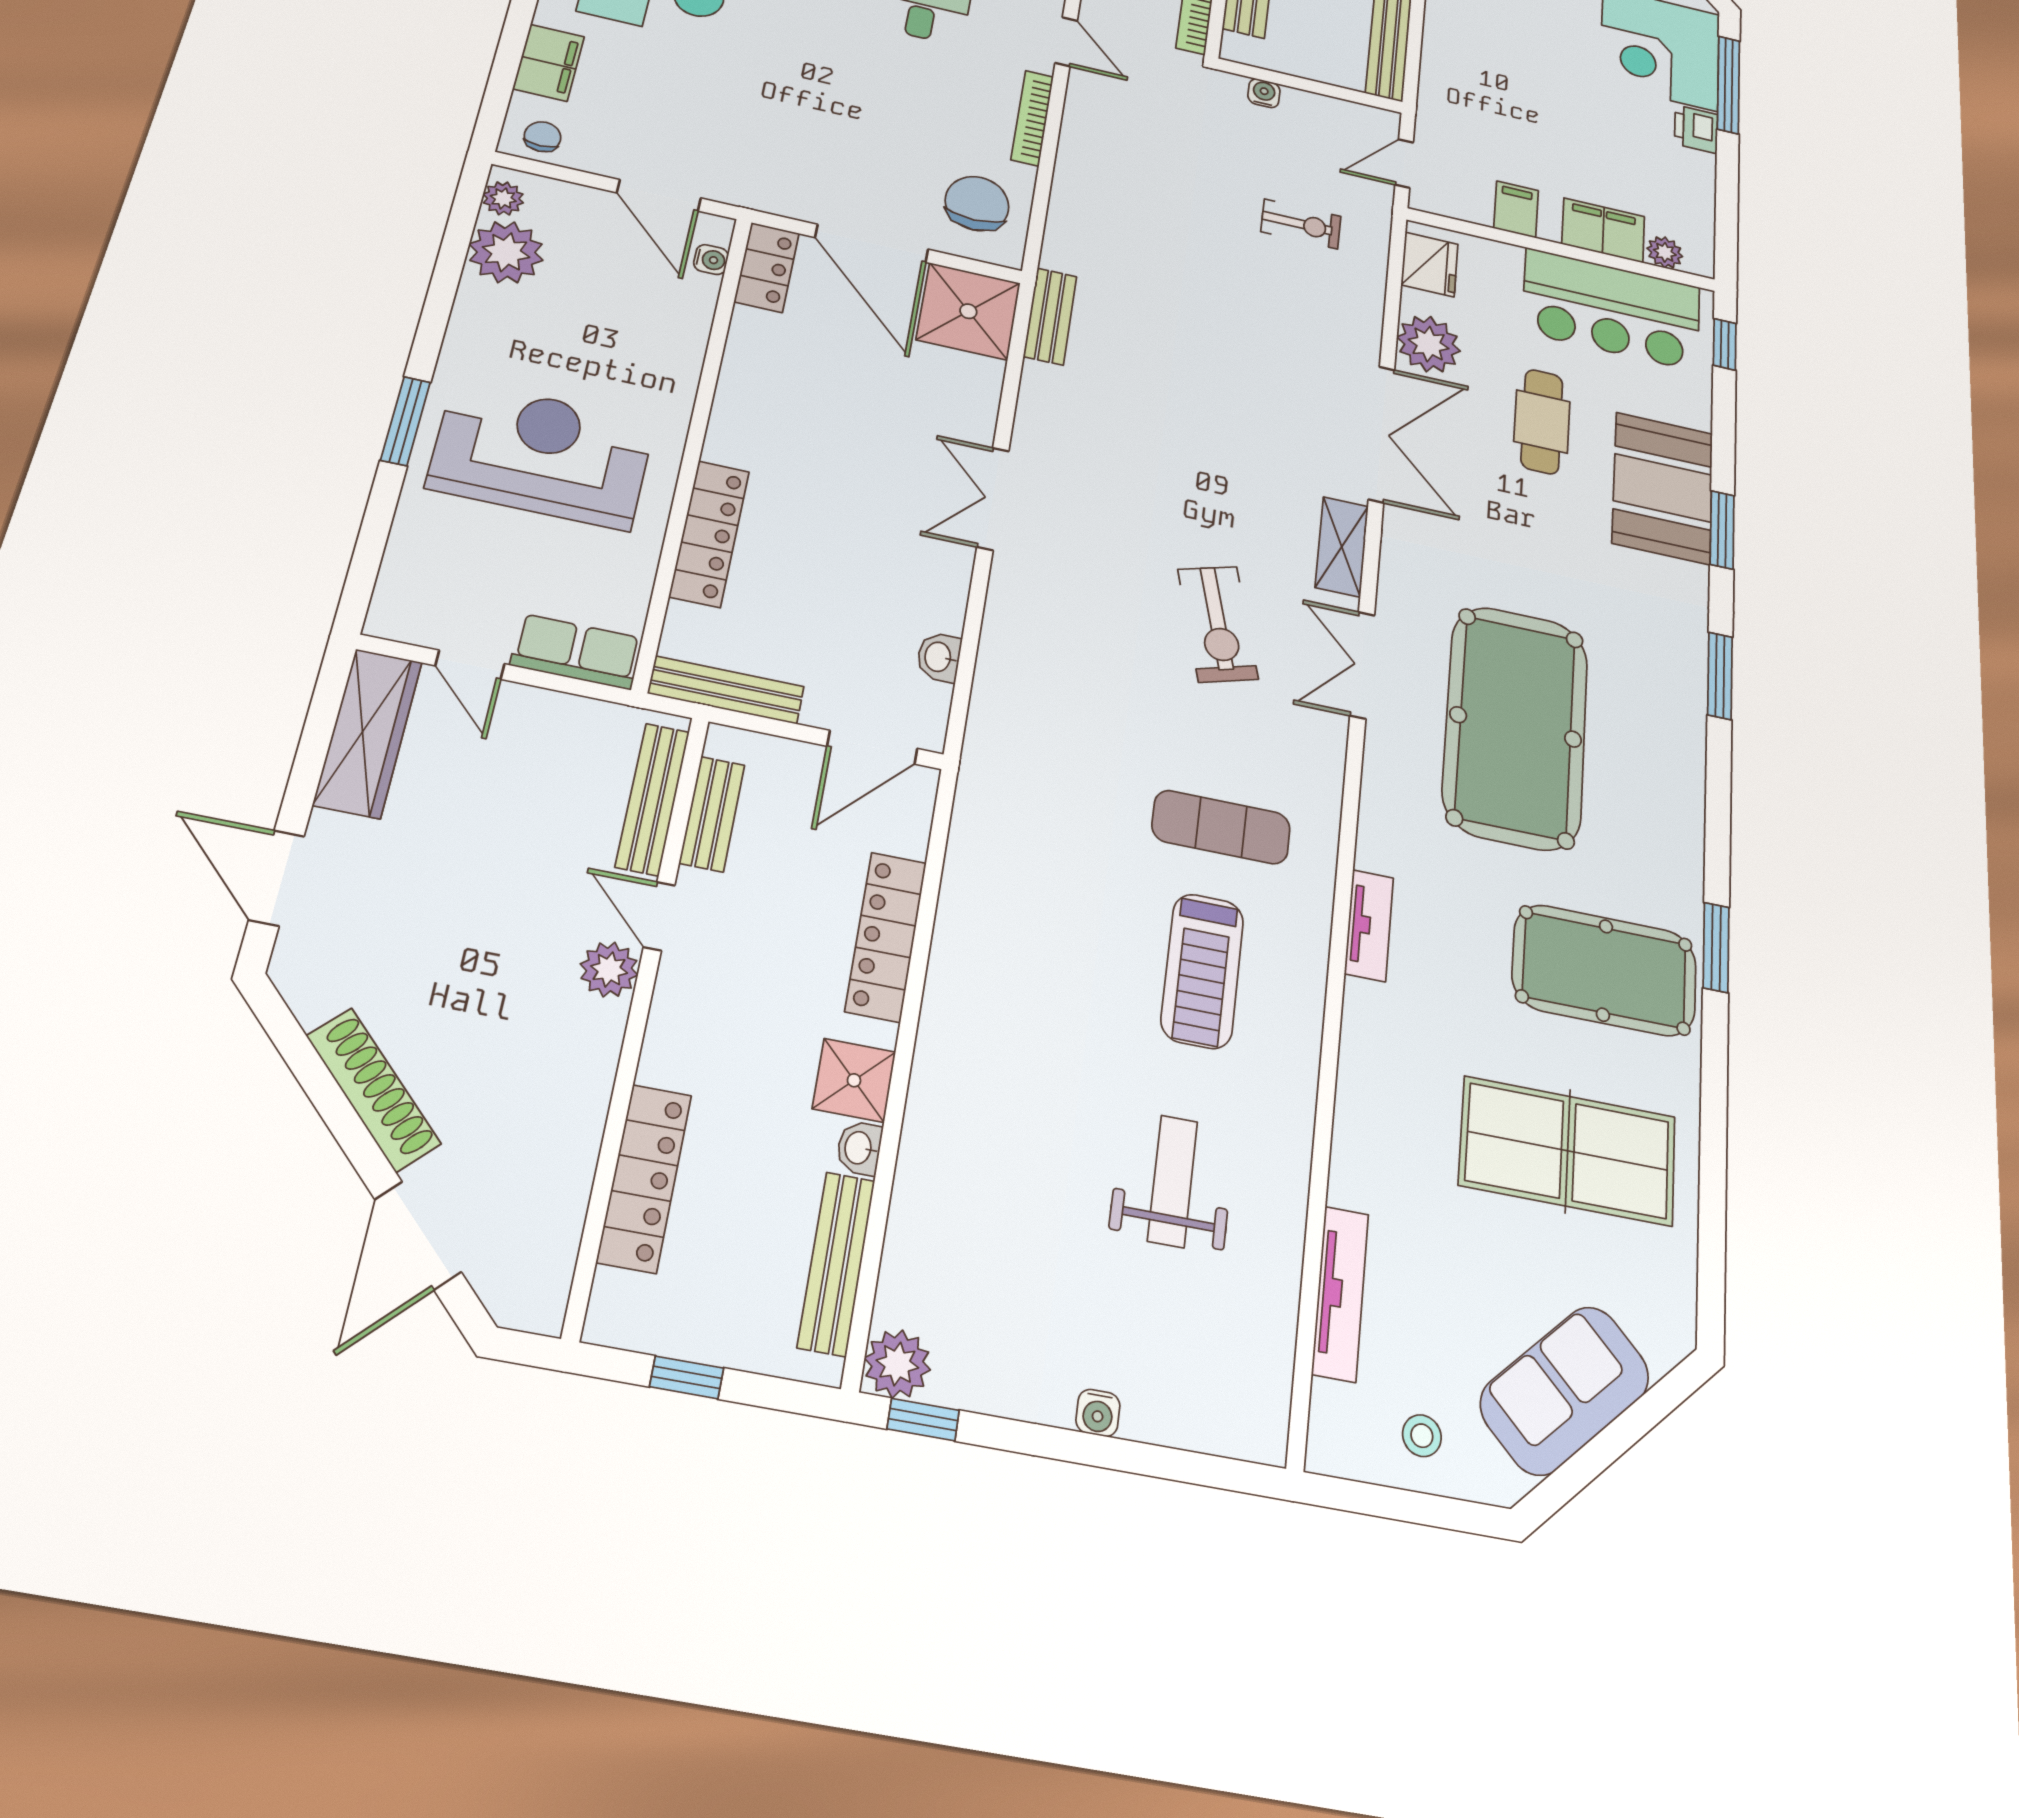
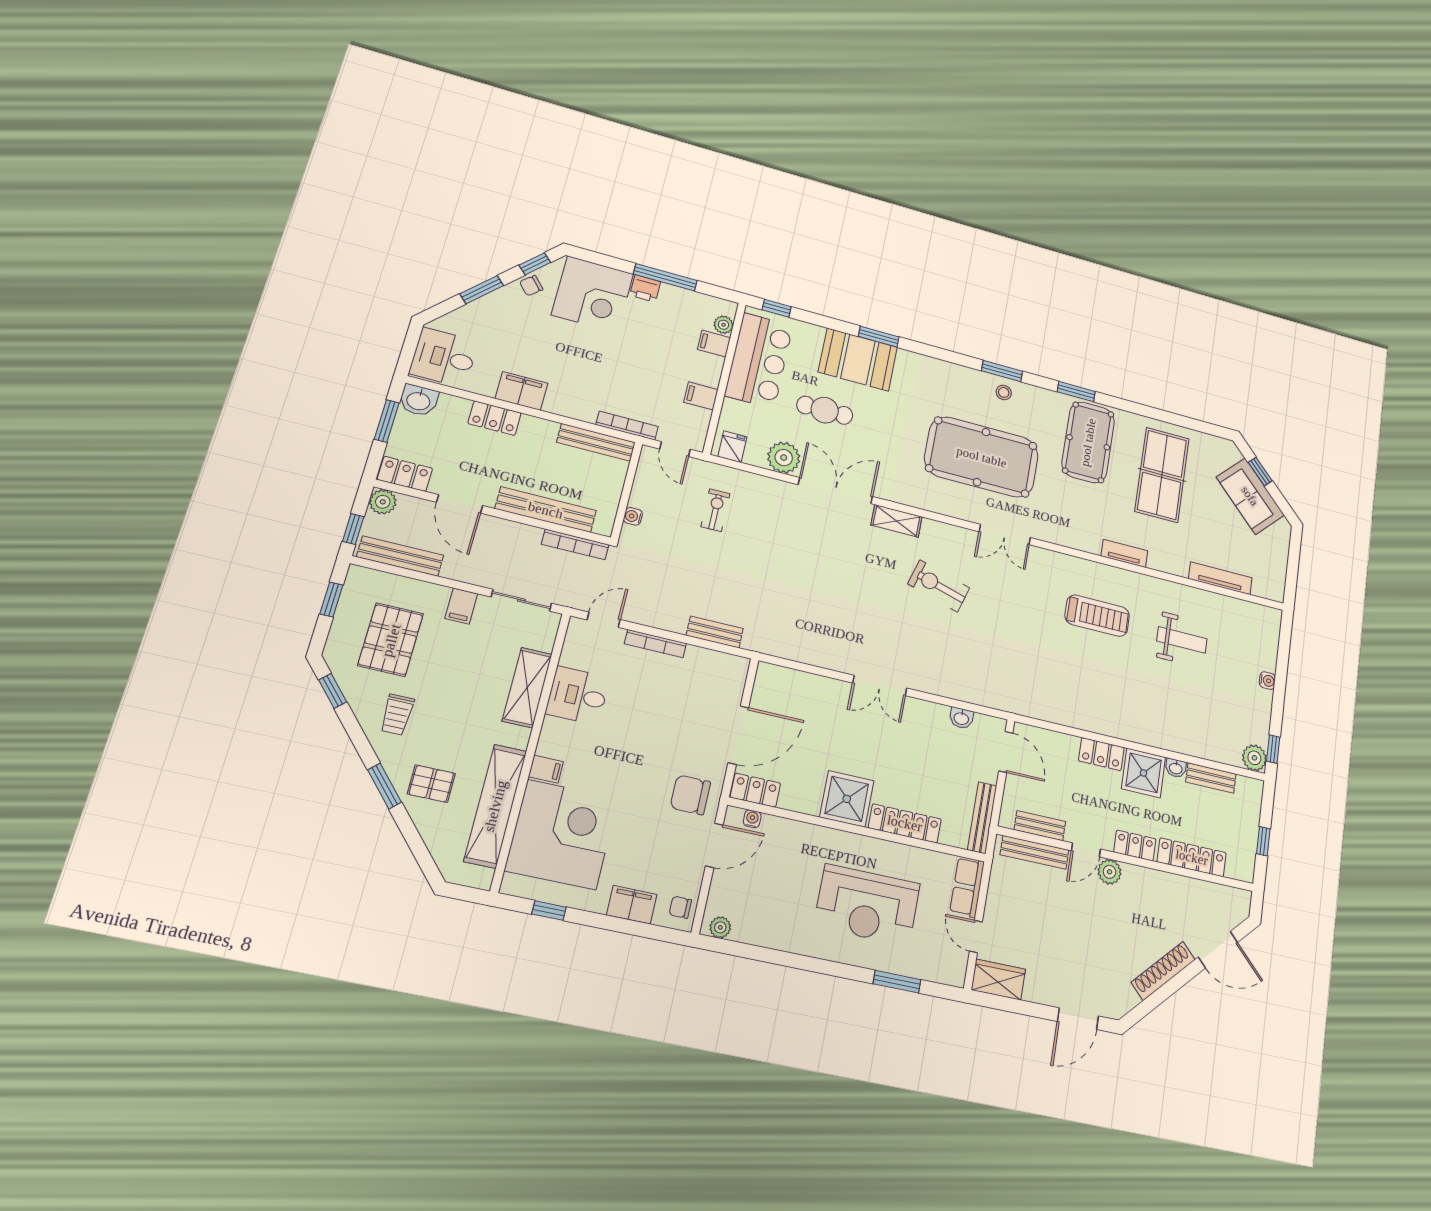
window: (1728, 85) -> (665, 277), moved
bookcase: (1431, 91) -> (627, 426), added
chair: (977, 203) -> (690, 795), moved
filing cabinet: (1603, 230) -> (714, 344), width x0.50
plant: (506, 252) -> (753, 925), removed
fridge: (1430, 264) -> (732, 447), width x0.72
shower: (968, 311) -> (847, 799), moved
bench: (1050, 316) -> (715, 632), moved
window: (406, 421) -> (897, 982), moved
reception desk: (541, 455) -> (867, 905), turned -90
exercise bike: (1218, 624) -> (939, 586), turned -148
door: (470, 665) -> (976, 936), swing flipped
double door: (1362, 665) -> (1005, 535), moved
window: (1720, 676) -> (1002, 371), moved
wardrobe: (368, 733) -> (998, 980), width x0.67
exercise mat: (1221, 827) -> (1034, 598), removed
tv unit: (1369, 925) -> (1124, 553), moved
locker: (886, 937) -> (1101, 754), width x0.66
locker: (671, 1034) -> (1135, 846), added
shower: (854, 1080) -> (1144, 773), width x1.36, depth x1.36
weight bench: (1173, 1181) -> (1182, 640), turned 180
bench: (836, 1263) -> (1211, 778), width x0.73
window: (1635, 1423) -> (1260, 472), added
stool: (1422, 1436) -> (1004, 392), moved

